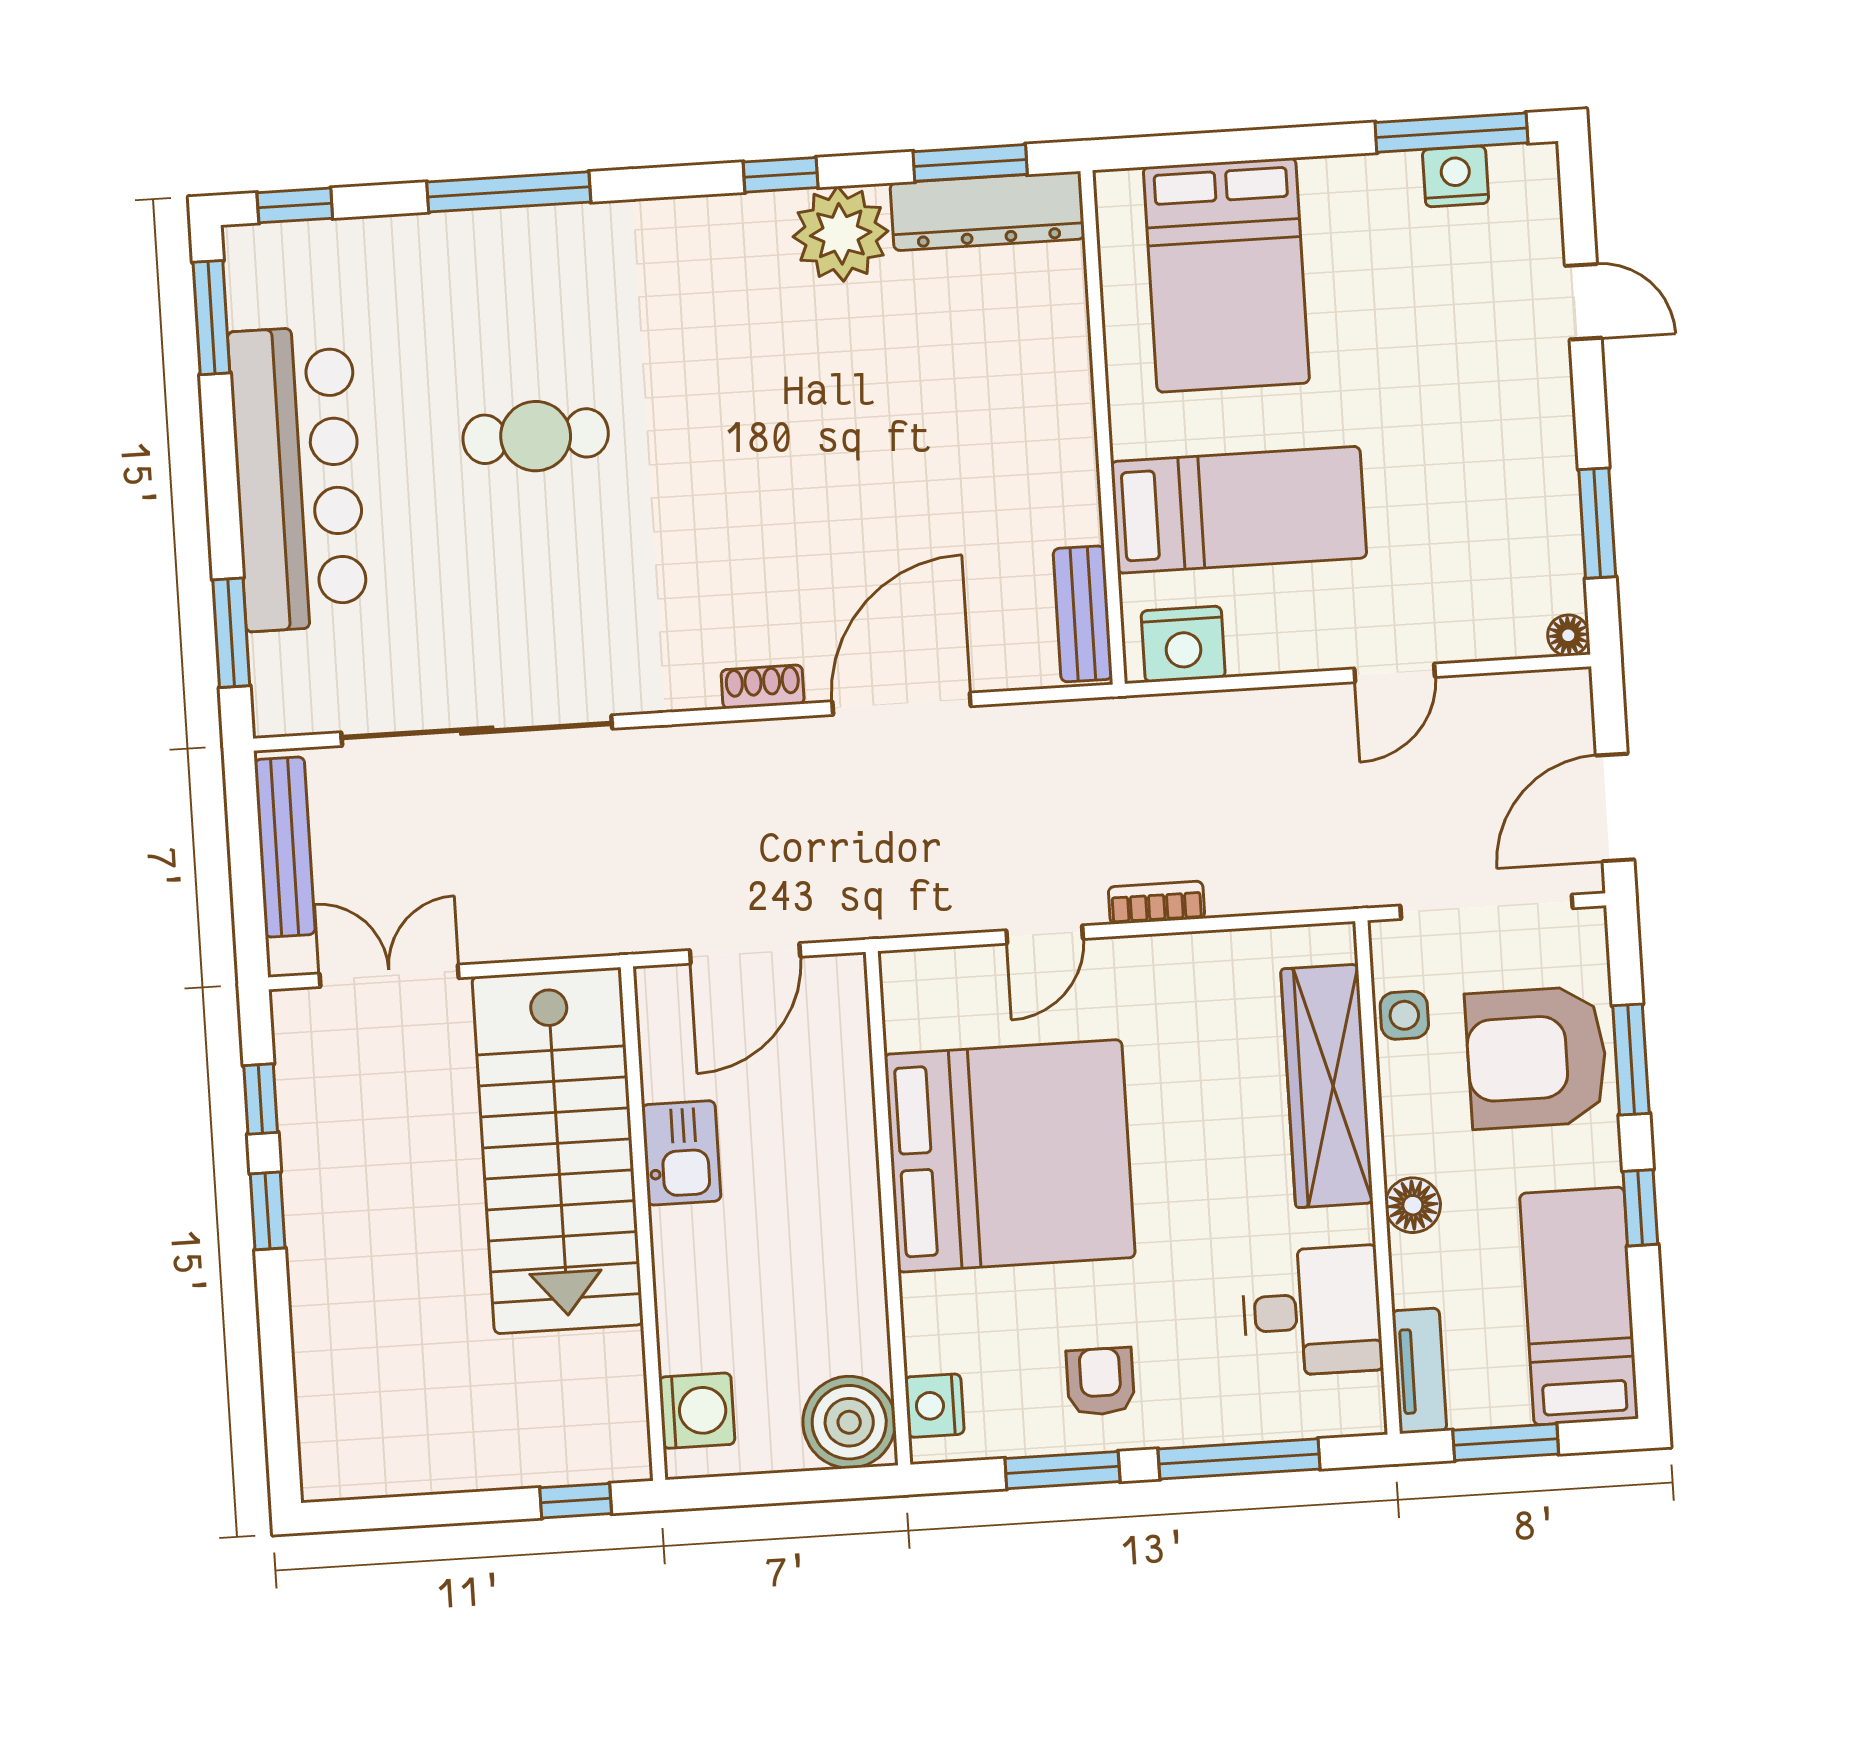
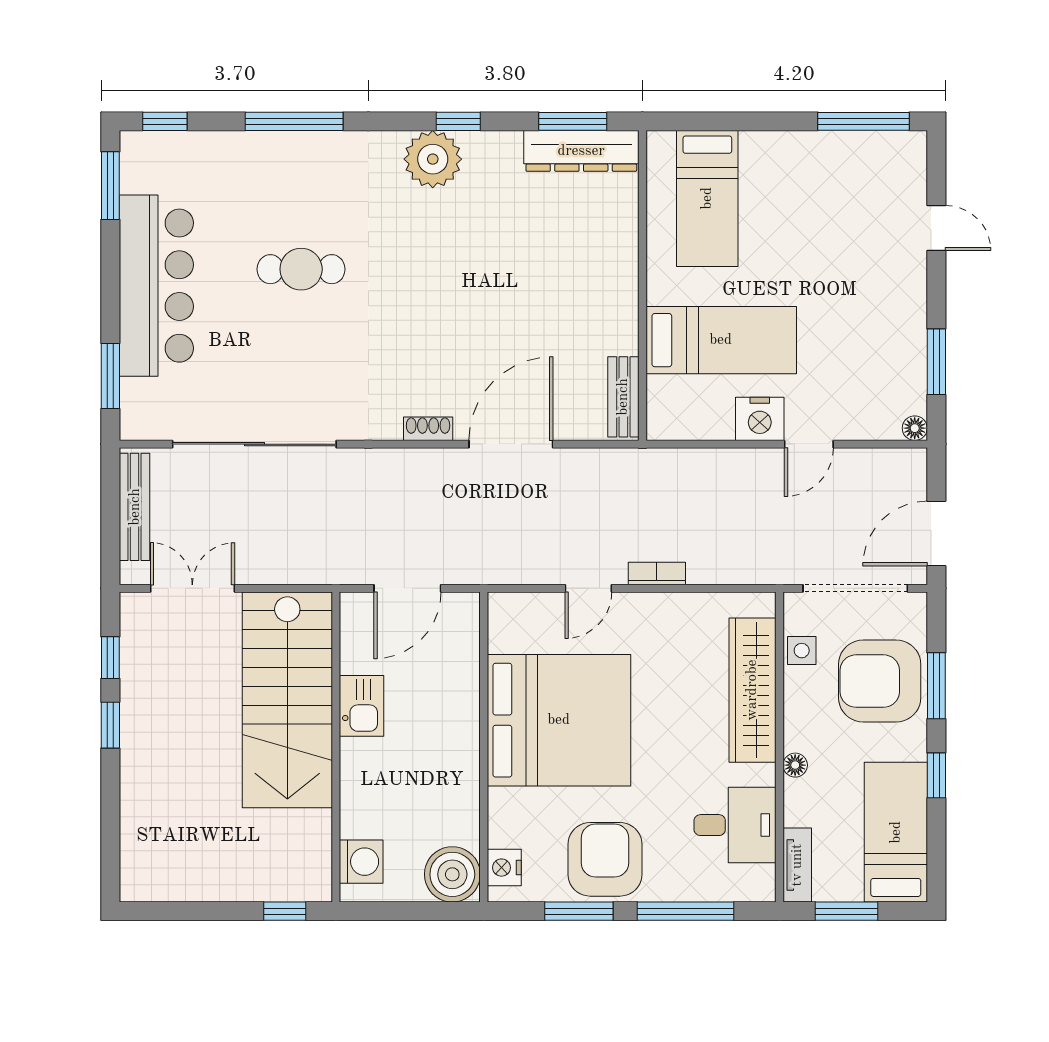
nightstand: (1456, 176) -> (864, 148), removed
plant: (841, 234) -> (433, 159), moved
bed: (1226, 275) -> (707, 198), width x0.67
nightstand: (1183, 644) -> (760, 419), moved
floor lamp: (1413, 1205) -> (795, 765), width x0.73, depth x0.73
armchair: (1100, 1381) -> (605, 859), width x1.88, depth x1.88

